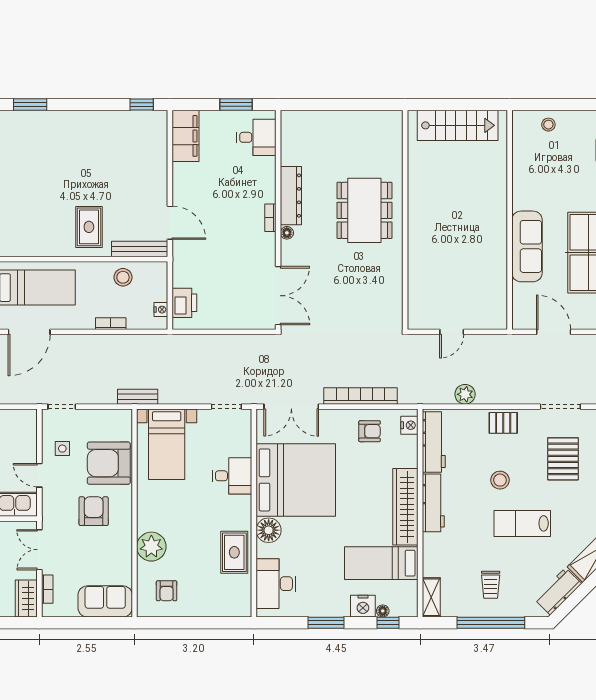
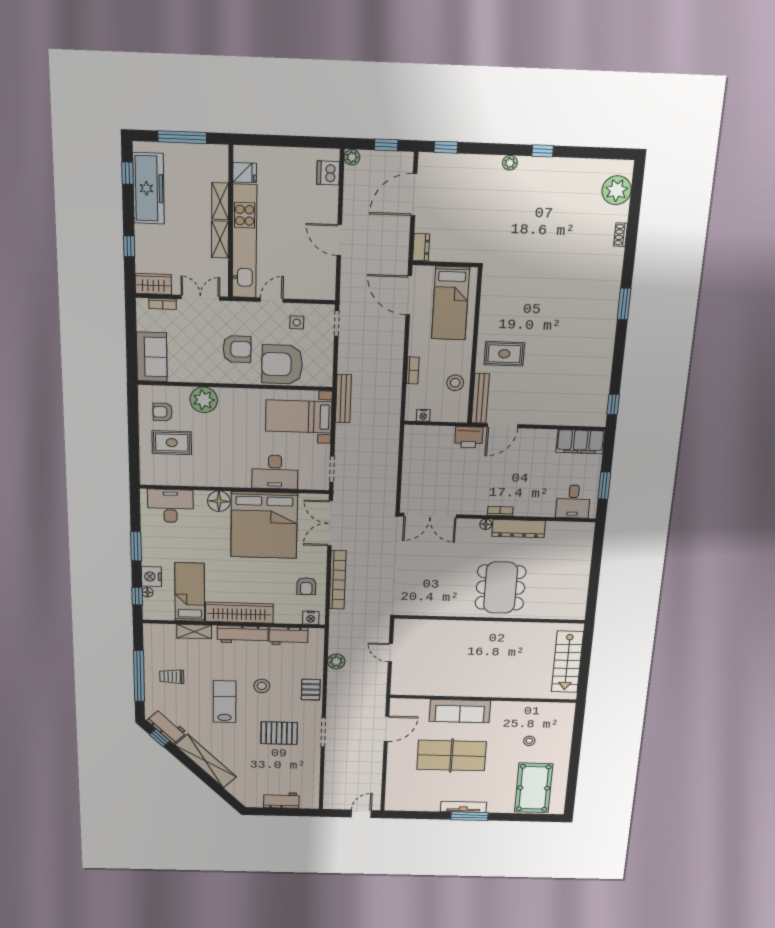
stool: (548, 125) -> (529, 741), moved
dining table: (364, 210) -> (501, 588), turned 90
printer: (184, 303) -> (469, 437), moved
bench: (138, 397) -> (343, 399), width x1.36
workbench: (434, 442) -> (288, 636), width x0.73
armchair: (109, 463) -> (282, 364), turned -90
desk: (232, 476) -> (275, 472), width x1.37
rug: (234, 552) -> (172, 443), moved
shelving: (431, 597) -> (194, 632), moved
window: (573, 600) -> (160, 738), added

